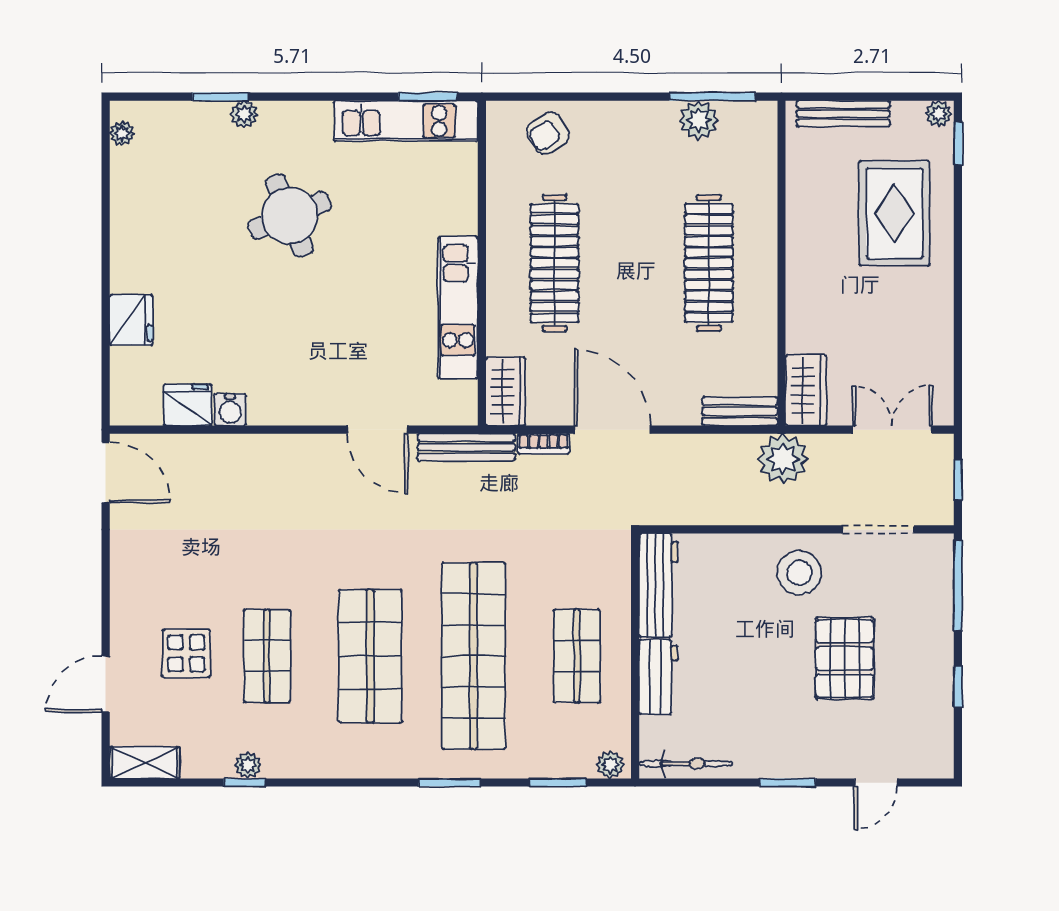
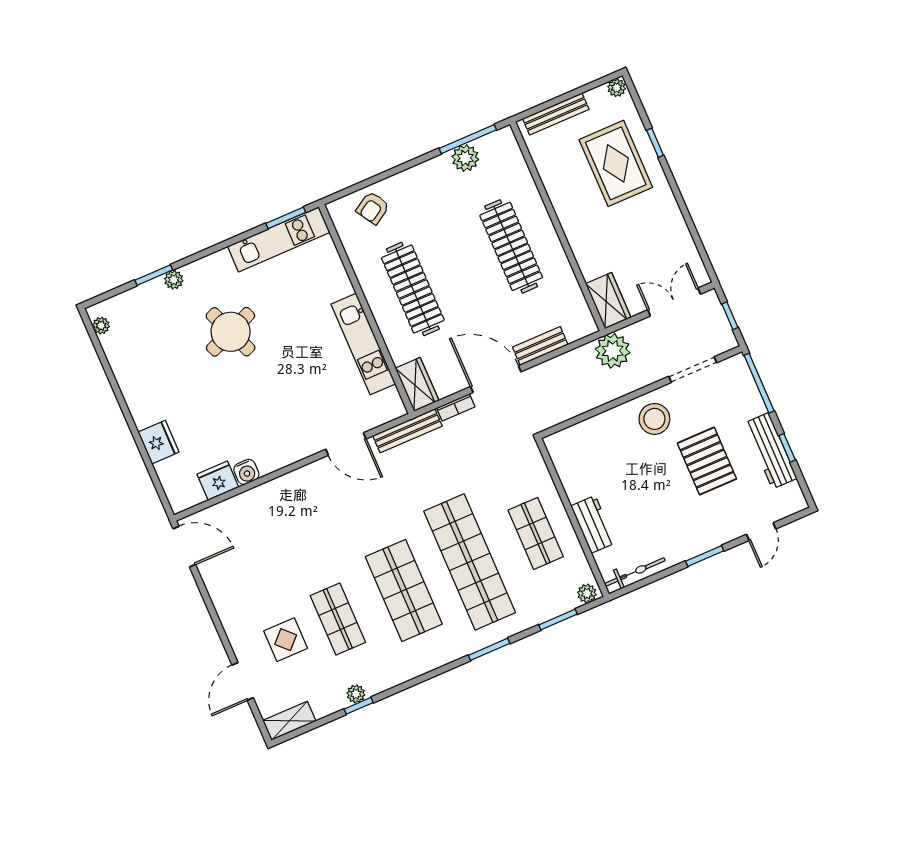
window: (958, 143) -> (655, 143), moved
bench: (740, 411) -> (540, 346), moved
workbench: (658, 585) -> (771, 451), moved, turned 180

